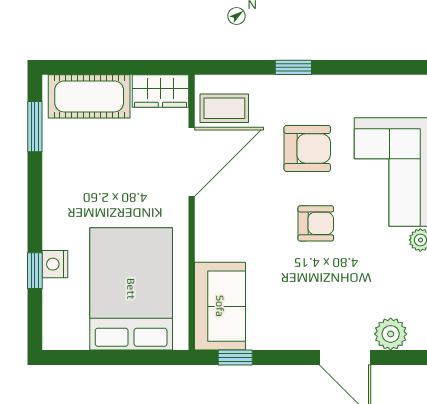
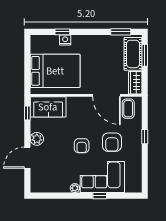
window: (92, 67) -> (145, 55), added
plant: (391, 334) -> (37, 139), moved

